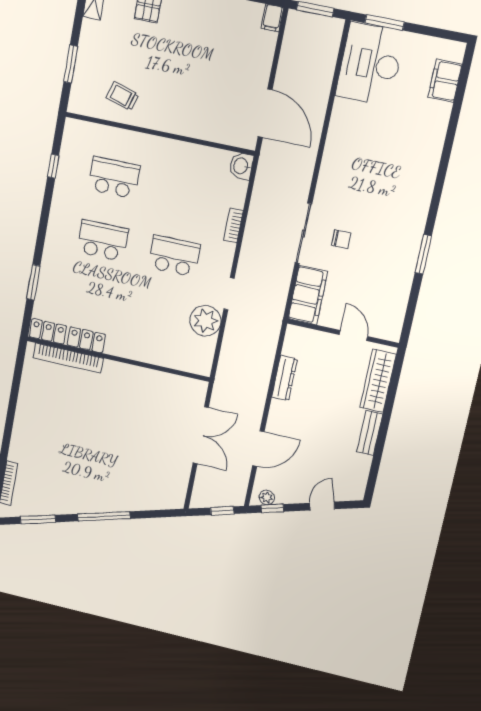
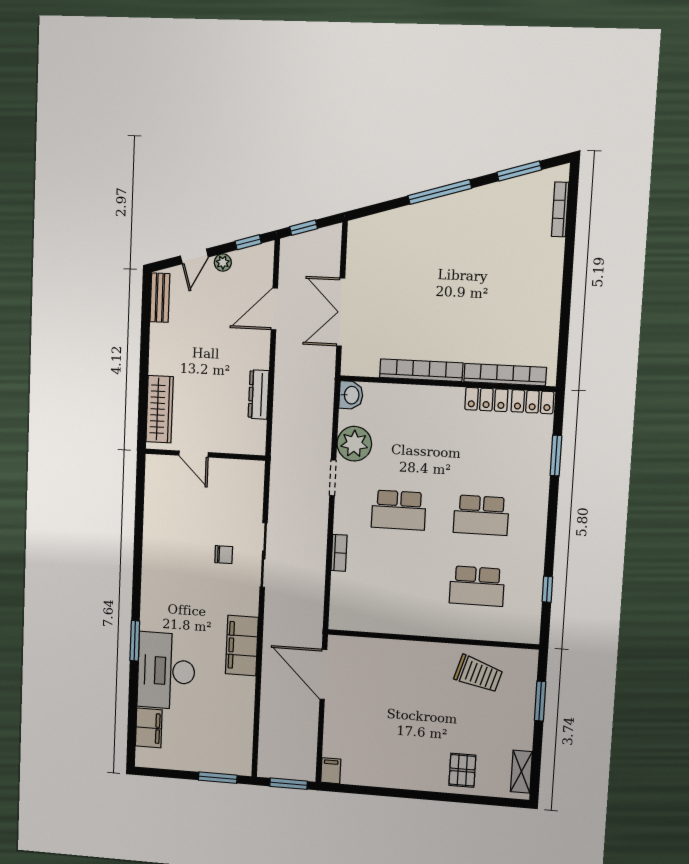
desk: (370, 64) -> (166, 671), moved, turned 180
trolley: (123, 96) -> (478, 674), width x1.36, depth x1.39
washbasin: (241, 166) -> (351, 395), moved
chair: (341, 239) -> (224, 555), turned 180
window: (423, 254) -> (135, 641), moved
filing cabinet: (308, 295) -> (242, 646), moved
bookcase: (138, 374) -> (421, 370), added
bench: (370, 433) -> (160, 298), moved
plant: (267, 497) -> (223, 263), moved

